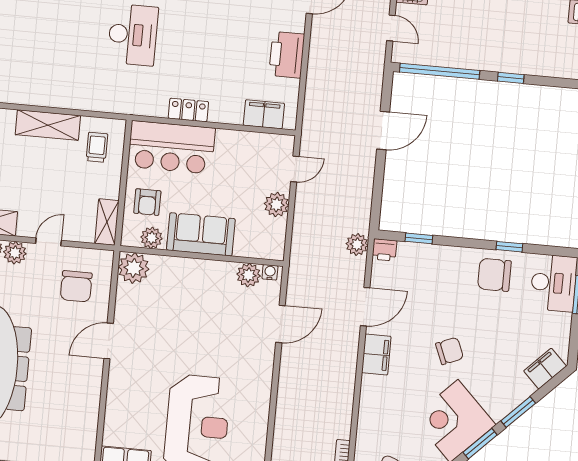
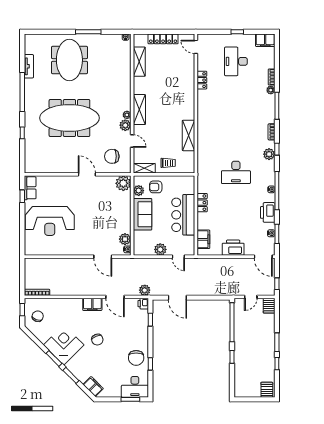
door: (383, 130) -> (177, 298), moved
trolley: (97, 147) -> (168, 163), moved
bar counter: (171, 147) -> (183, 215), moved
chair: (494, 275) -> (136, 358), turned 180

